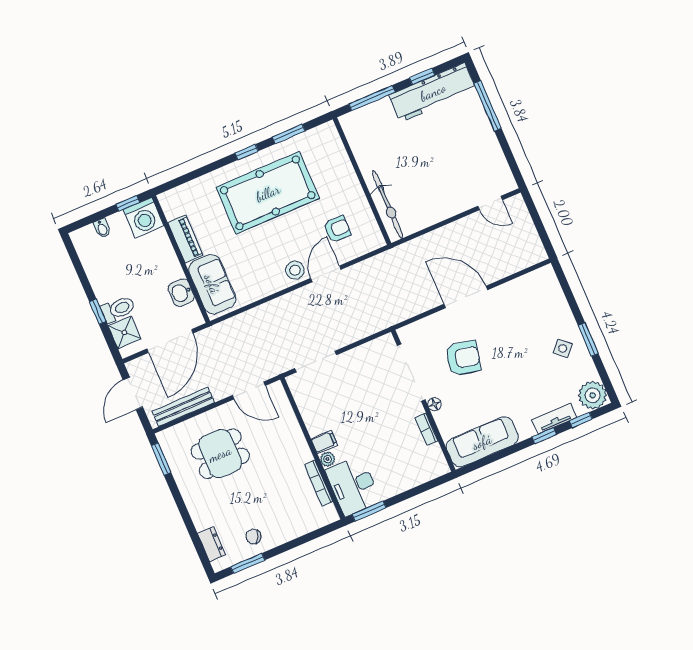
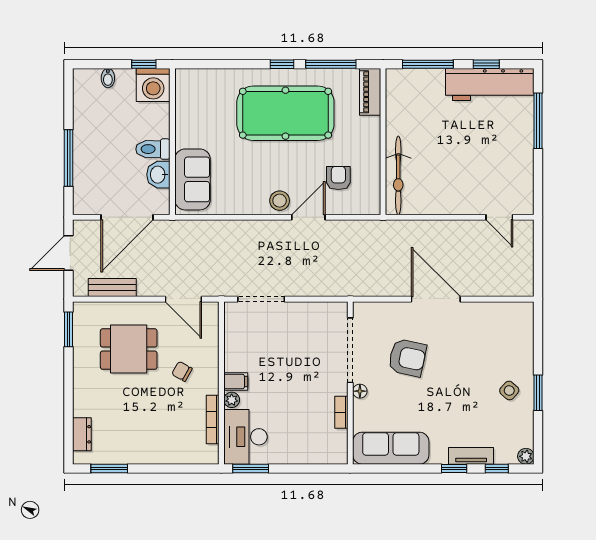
window: (289, 134) -> (331, 64), width x1.44
armchair: (337, 229) -> (338, 178), turned -90
piano: (185, 239) -> (370, 92), moved, turned 180
toilet: (118, 309) -> (153, 149), moved, turned 180
window: (98, 312) -> (68, 158), width x2.17
shower: (124, 332) -> (86, 190), removed
plant: (593, 395) -> (526, 456), width x0.53, depth x0.53
bench: (183, 407) -> (112, 287), width x0.73
chair: (253, 537) -> (182, 371), moved

